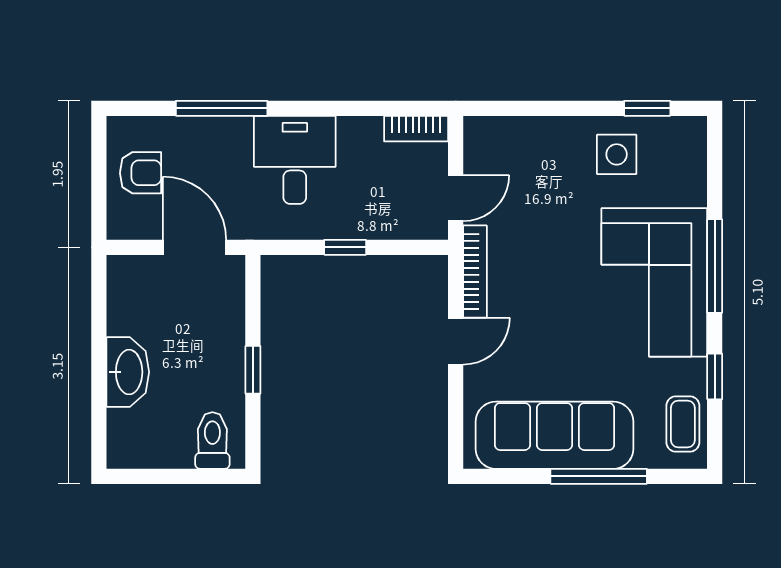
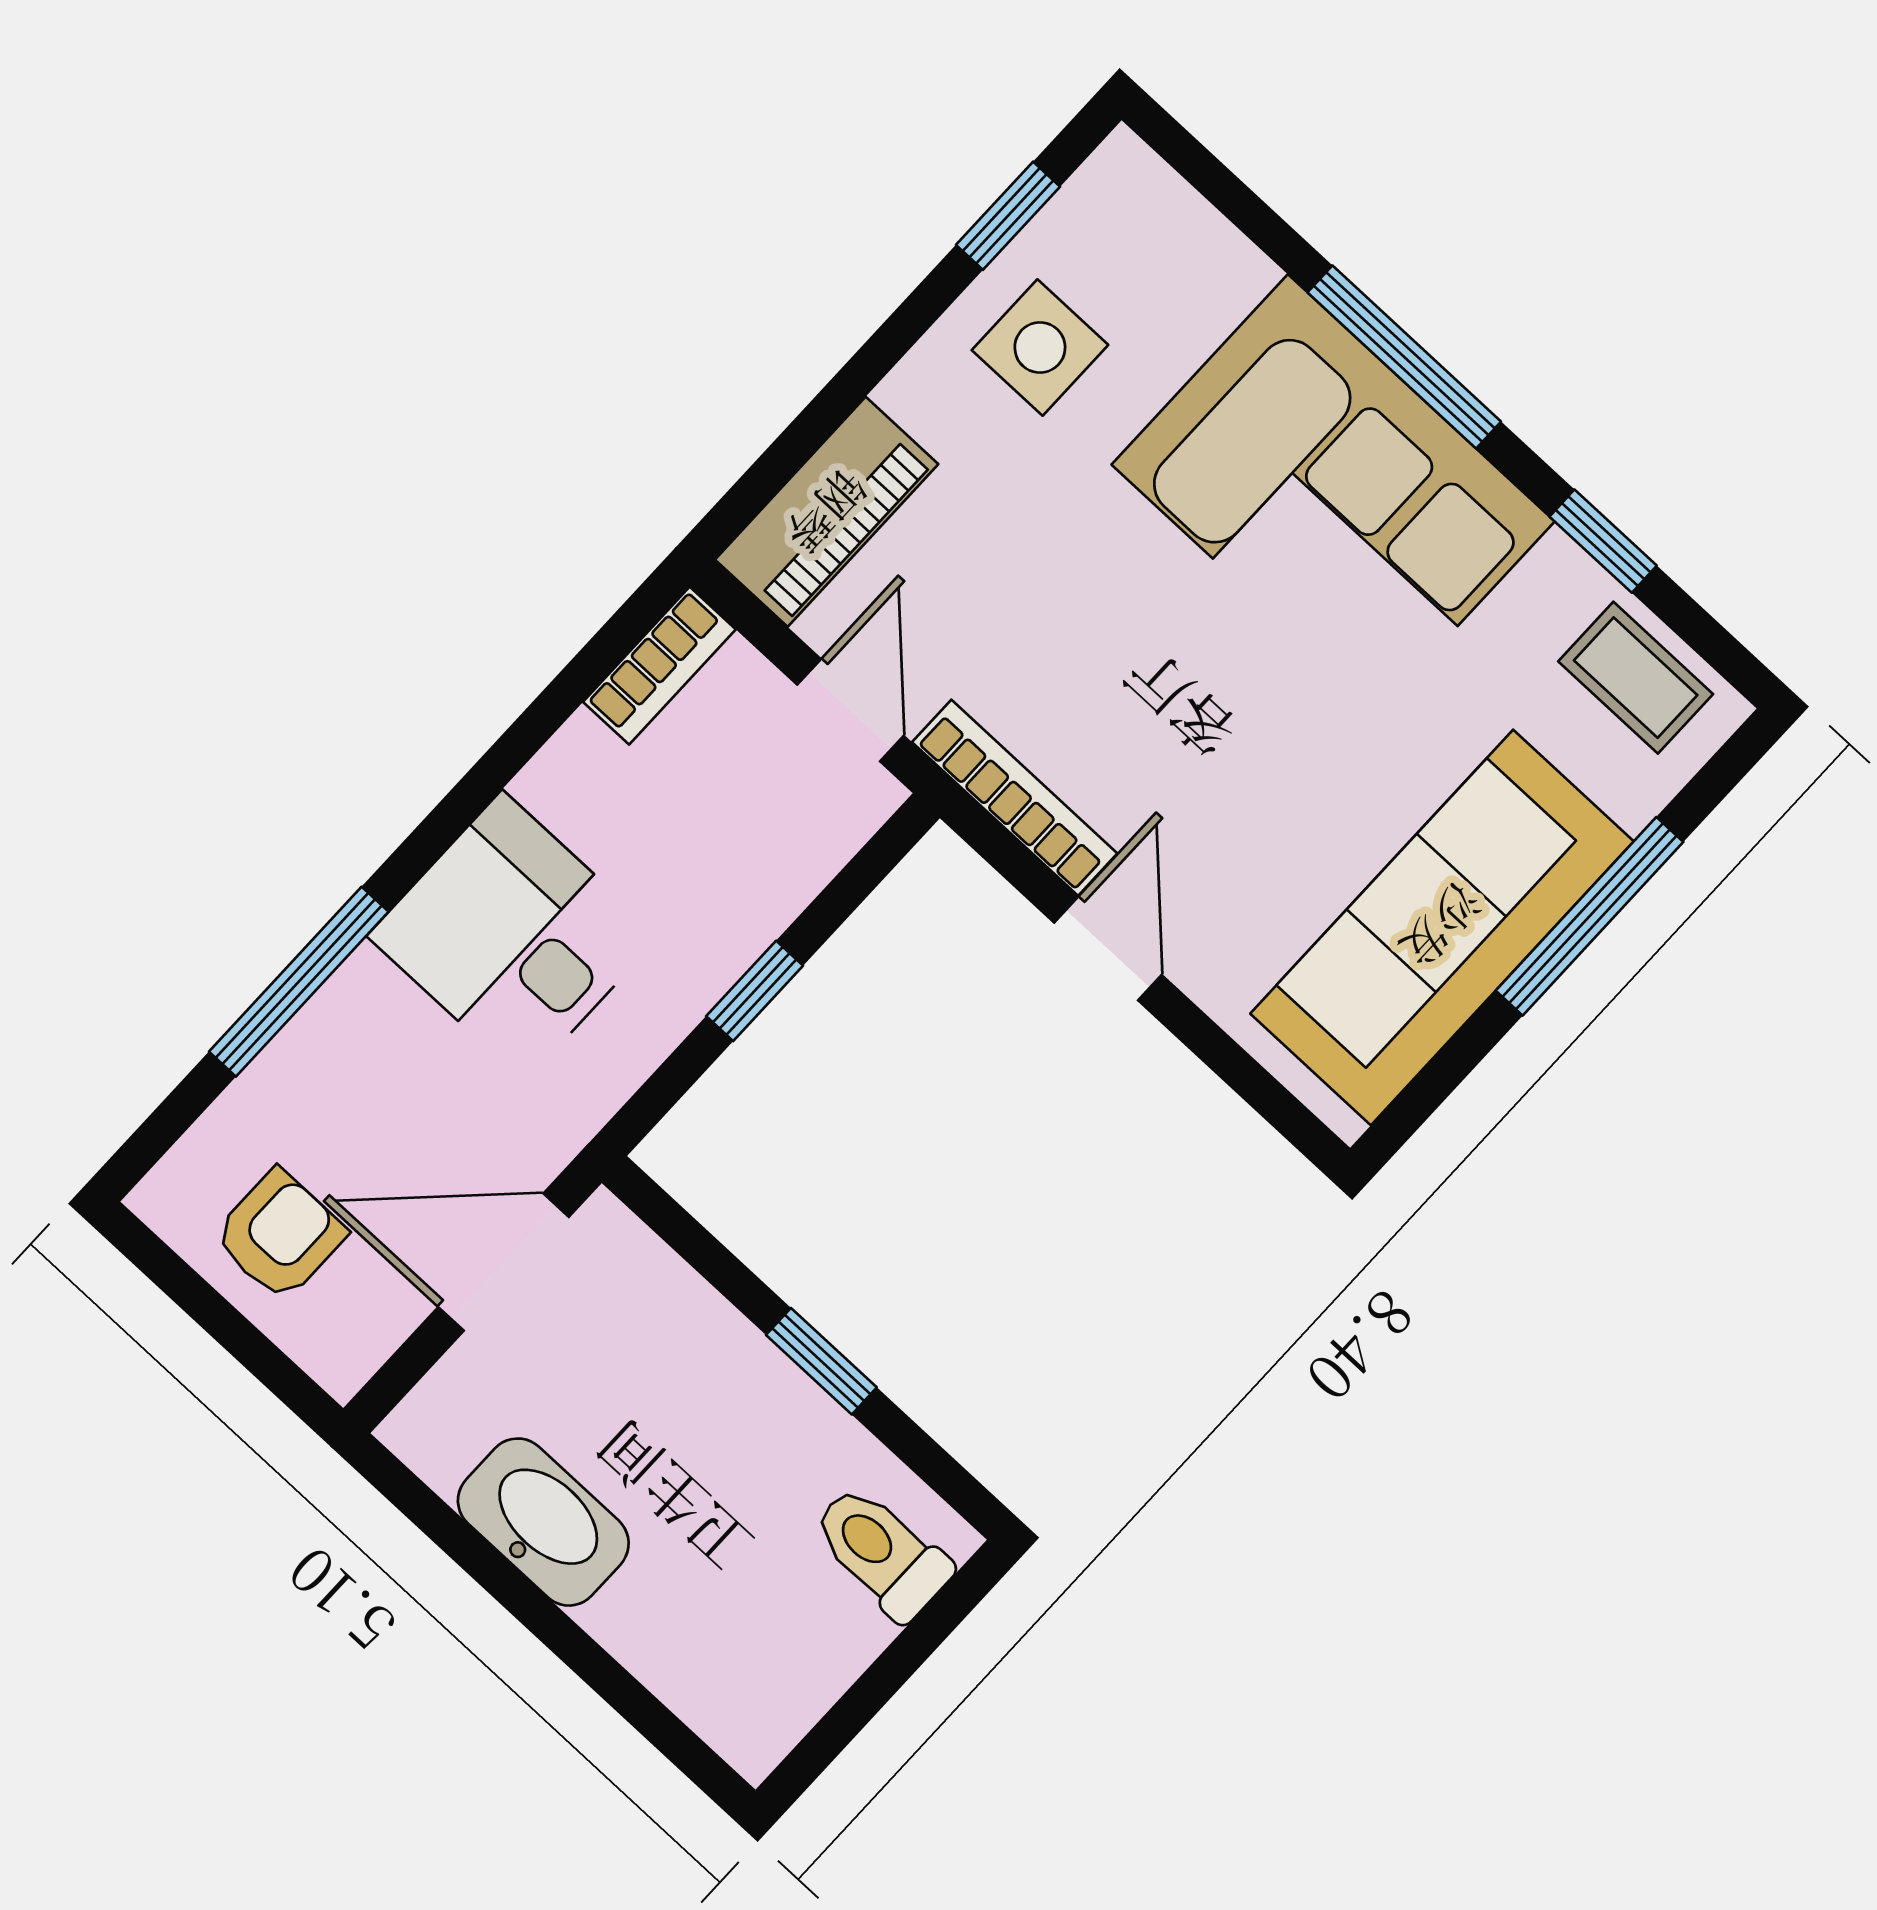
piano: (508, 136) -> (827, 512), added
washbasin: (128, 372) -> (543, 1522), moved

